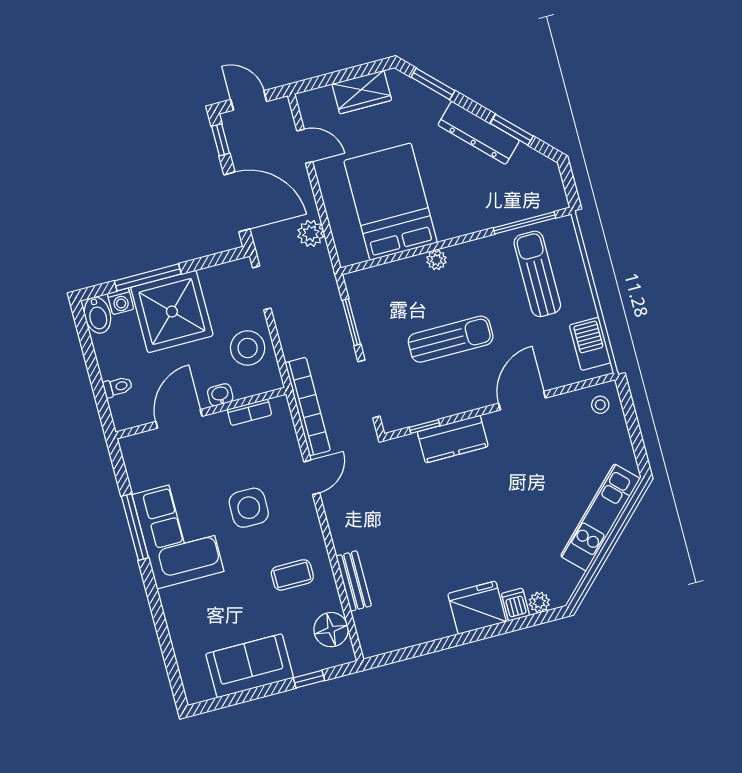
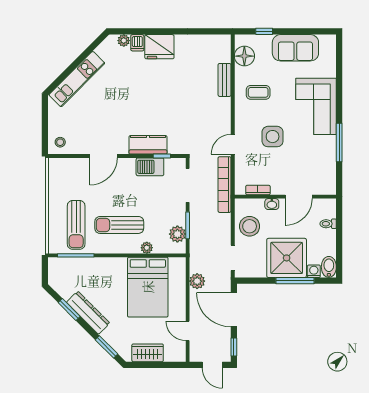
plant: (436, 260) -> (147, 248), moved
plant: (364, 303) -> (177, 234), added
sun lounger: (451, 339) -> (119, 225), moved
barbecue: (590, 344) -> (150, 167), moved, turned 90
corner sofa: (178, 533) -> (316, 106), moved

